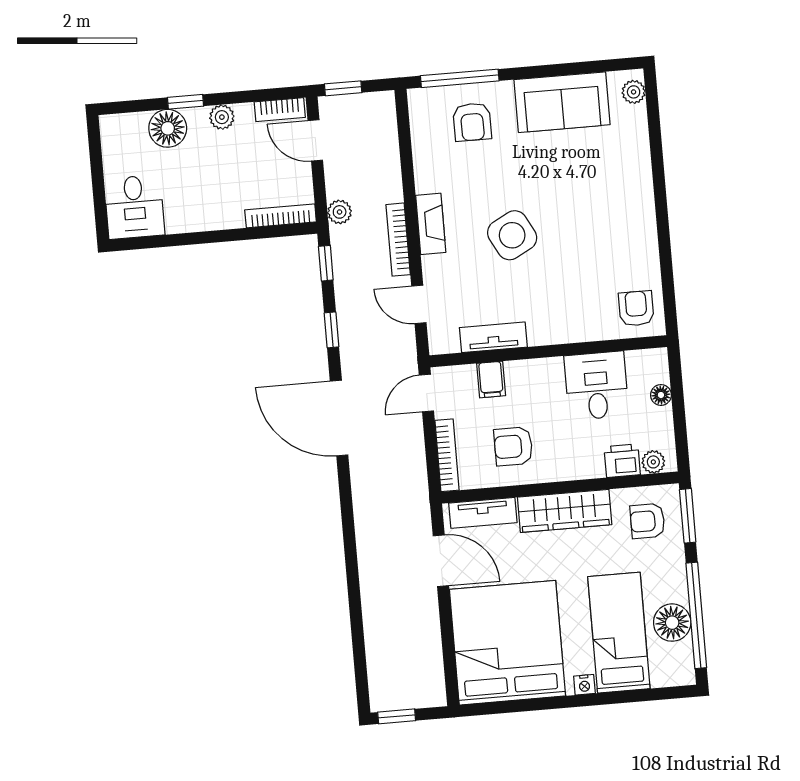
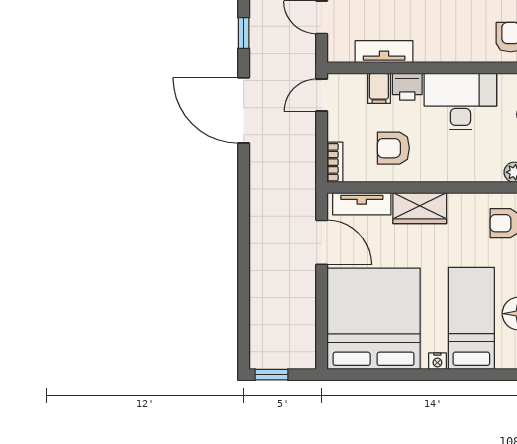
desk: (596, 386) -> (460, 102), width x1.37
bookcase: (447, 455) -> (335, 162), width x0.64
printer: (622, 461) -> (407, 87), moved, turned 180
wardrobe: (565, 511) -> (420, 208), width x0.67

